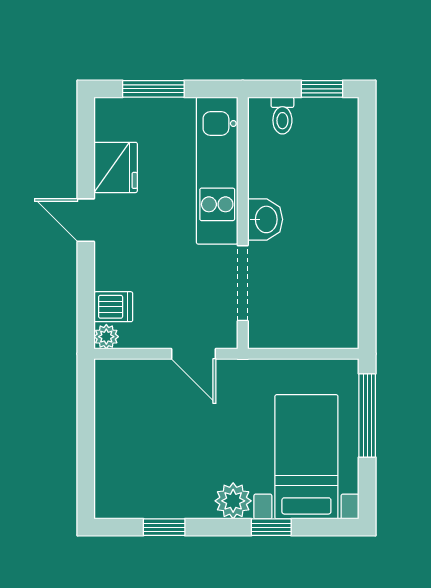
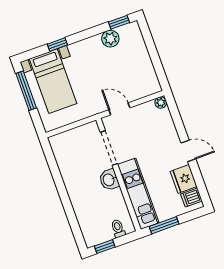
window: (153, 89) -> (164, 225), moved
dishwasher: (113, 307) -> (191, 197), moved
window: (367, 415) -> (26, 91), moved
plant: (233, 501) -> (110, 39), moved
window: (164, 527) -> (119, 22), moved

